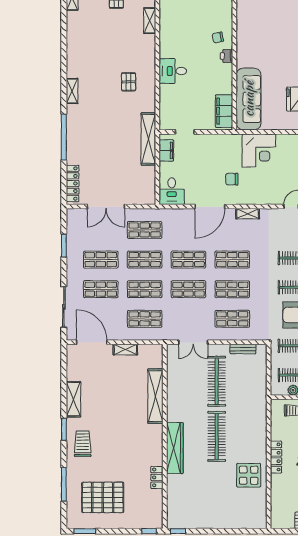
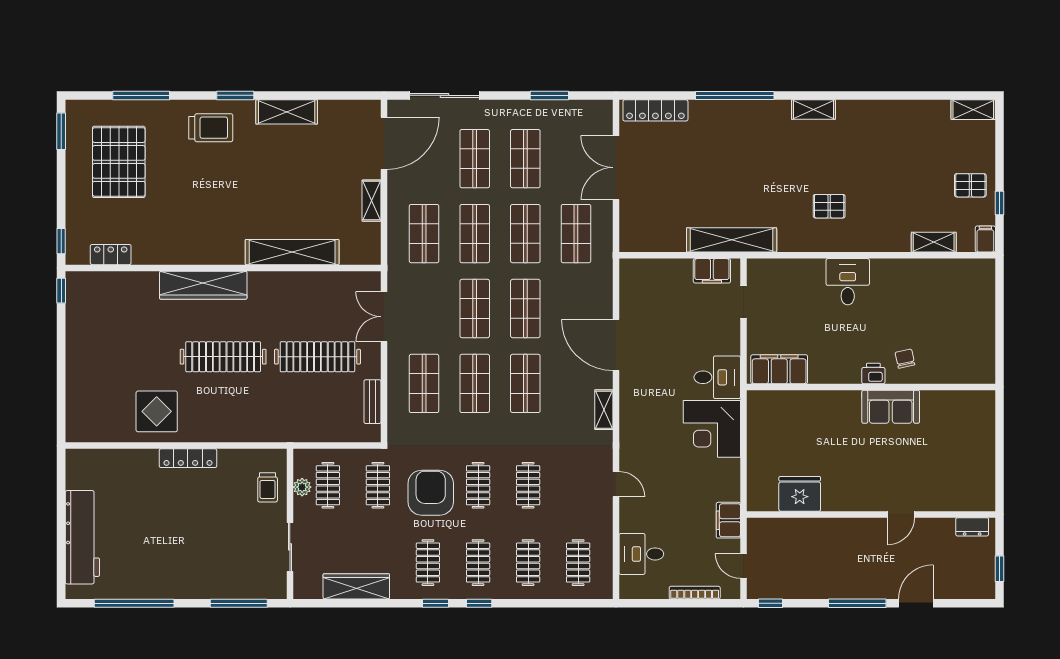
sofa: (249, 99) -> (891, 407), moved, width x0.54, depth x0.79
chair: (232, 179) -> (663, 383), removed
desk: (172, 191) -> (717, 377), moved, turned 180
locker: (157, 477) -> (111, 255), moved

